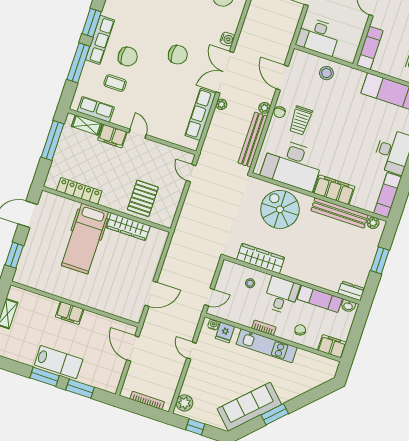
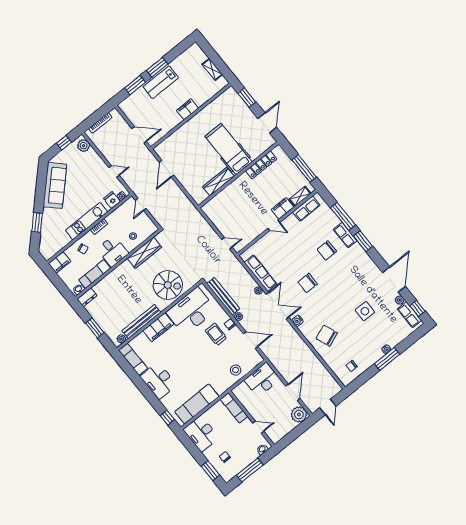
row of seats: (100, 40) -> (345, 235), width x0.68
coffee table: (115, 83) -> (315, 232), removed
pallet: (143, 198) -> (231, 202), removed
window: (275, 414) -> (37, 222), moved

